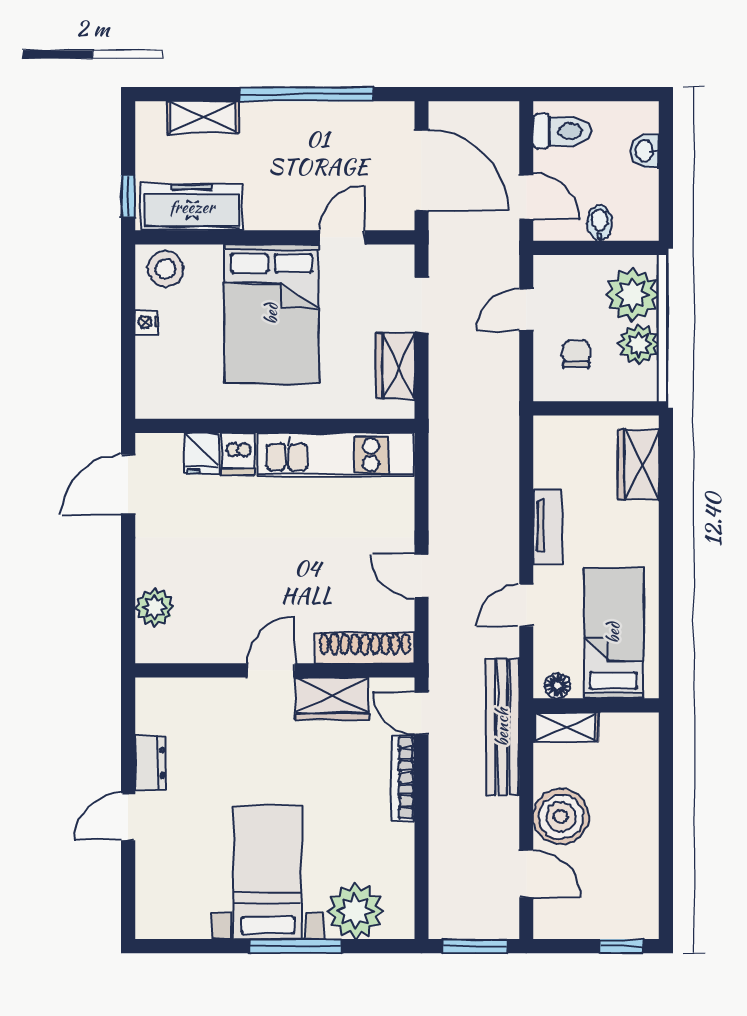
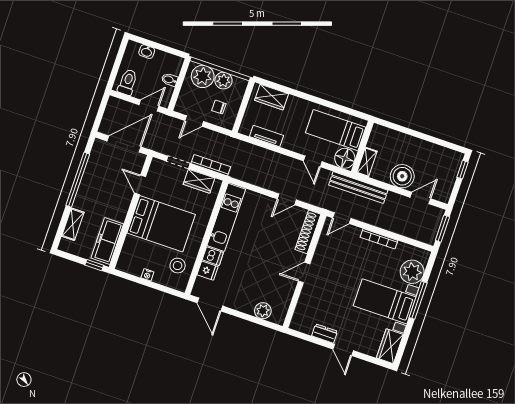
stool: (166, 269) -> (178, 266), moved
door: (526, 310) -> (194, 121), hinge flipped
bookcase: (440, 380) -> (211, 165), added
tv unit: (548, 526) -> (266, 136), moved
door: (271, 670) -> (304, 273), hinge flipped
floor lamp: (557, 686) -> (345, 158), width x1.89, depth x1.89
wardrobe: (332, 699) -> (390, 346), moved, turned 180
bookcase: (403, 778) -> (379, 239), moved

